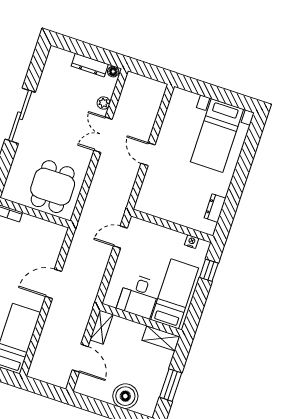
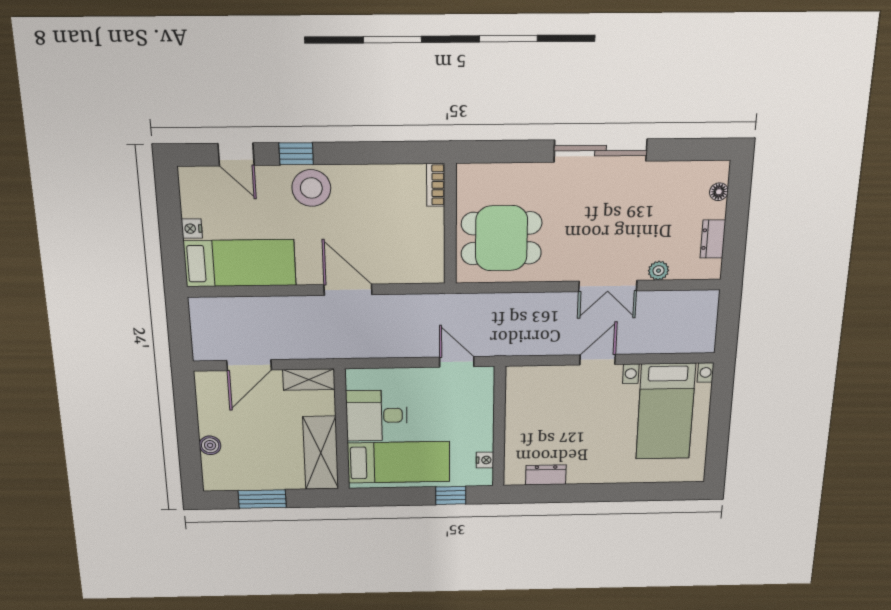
dresser: (90, 65) -> (713, 239), width x0.70
floor lamp: (113, 72) -> (719, 192), moved
double door: (103, 135) -> (608, 286), swing flipped
bed with nightstands: (217, 136) -> (666, 412), moved, turned -90
shelving: (161, 338) -> (321, 453), width x1.50, depth x1.33
boiler: (125, 396) -> (210, 445), width x0.54, depth x0.54

